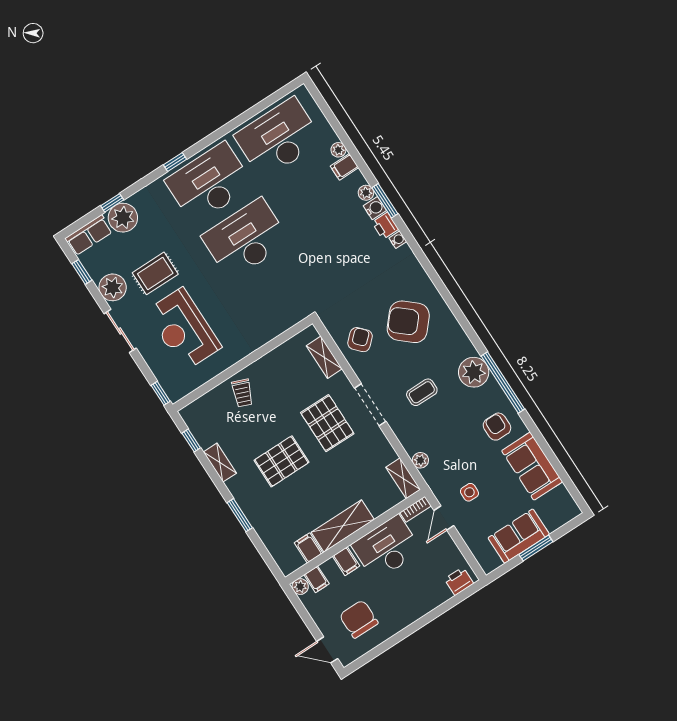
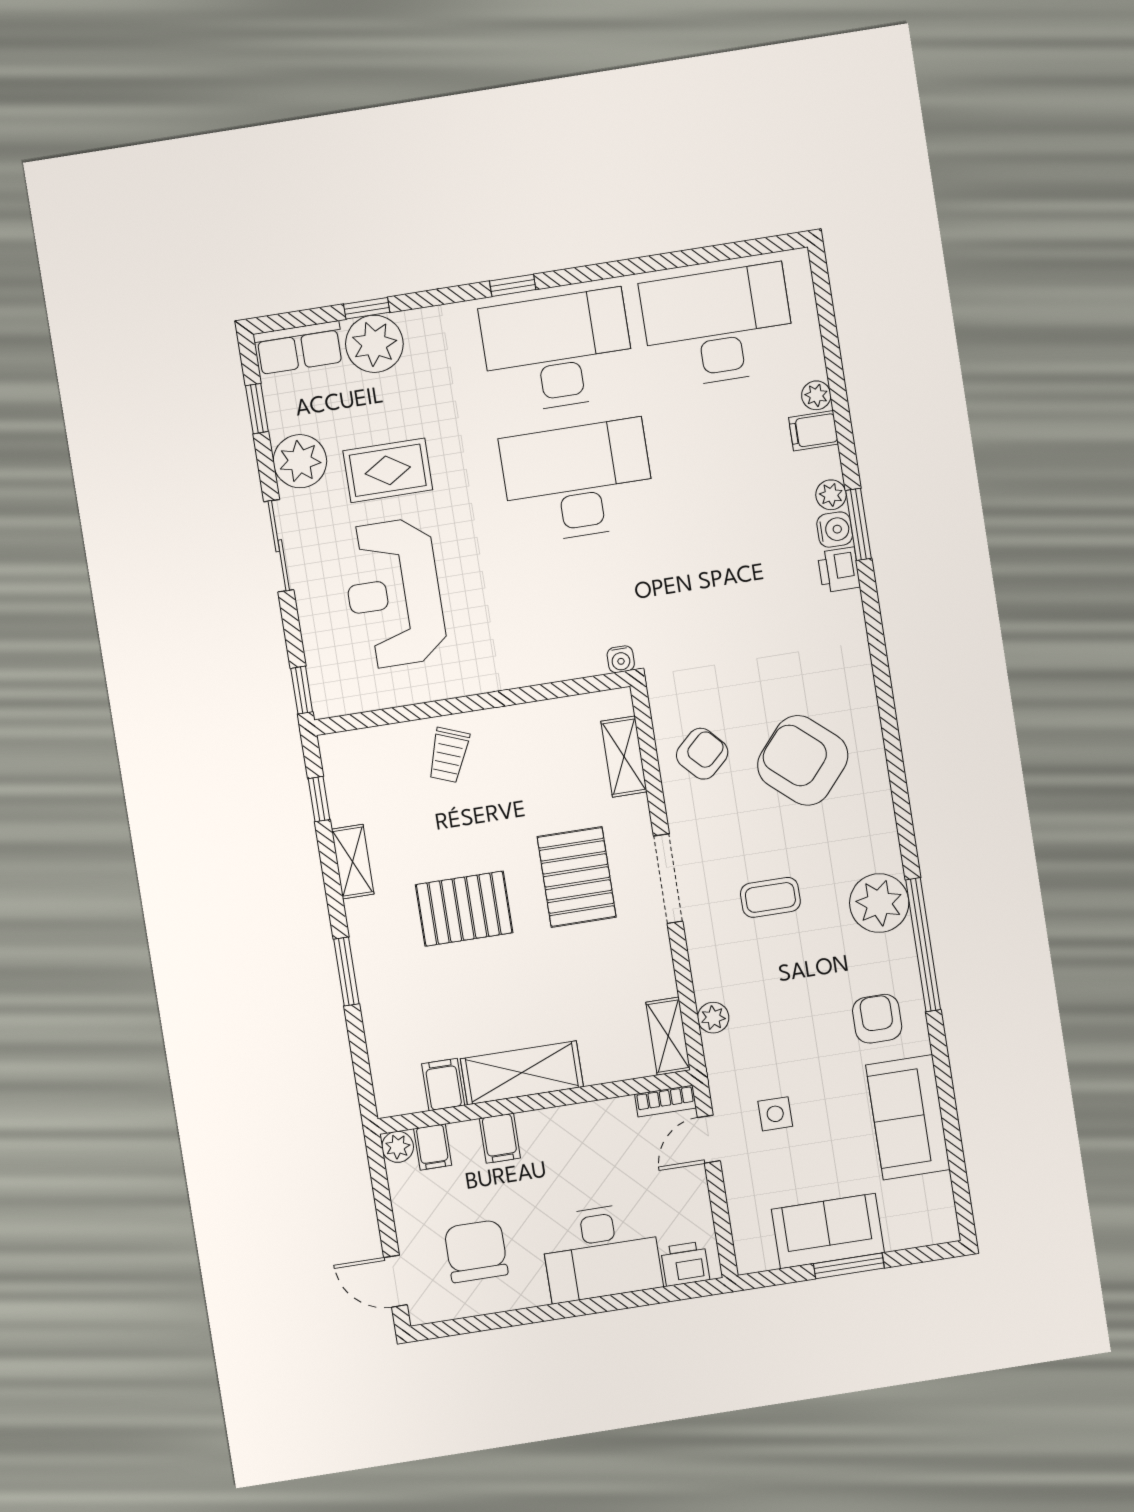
water cooler: (398, 240) -> (621, 659), moved, turned 90
desk: (387, 548) -> (601, 1252), moved, turned 180

